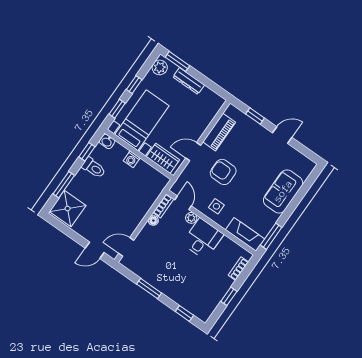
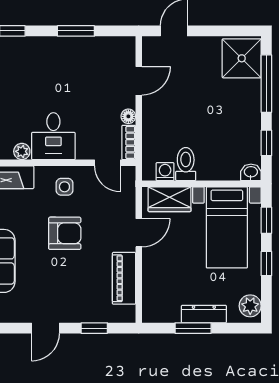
window: (177, 61) -> (193, 328), moved
washing machine: (132, 159) -> (165, 172), moved
toilet: (94, 168) -> (186, 164), moved, turned 90
armchair: (223, 172) -> (65, 233), moved
window: (64, 185) -> (266, 84), width x1.44
plant: (191, 218) -> (22, 151), moved
door: (126, 247) -> (139, 81), moved

